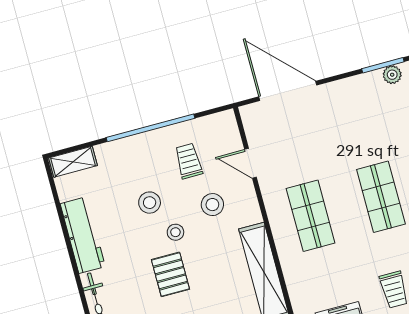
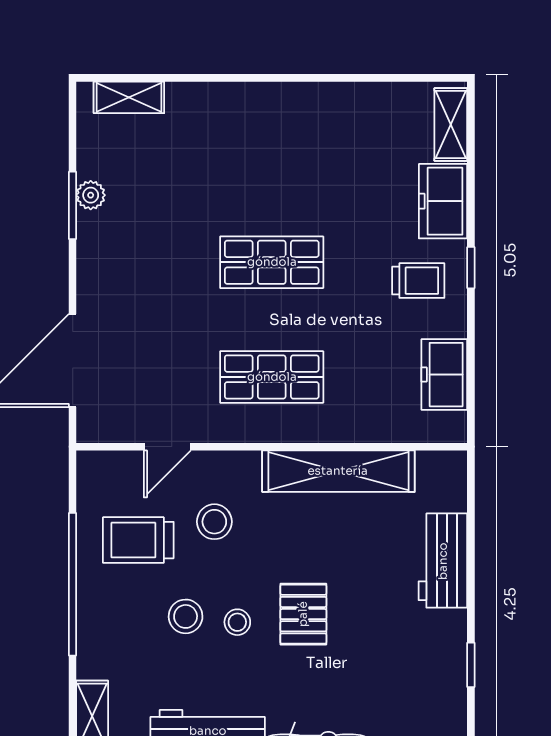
trolley: (189, 161) -> (138, 540), width x1.36, depth x1.39
stool: (175, 232) -> (237, 622), moved
pallet: (170, 274) -> (303, 614), turned 90

